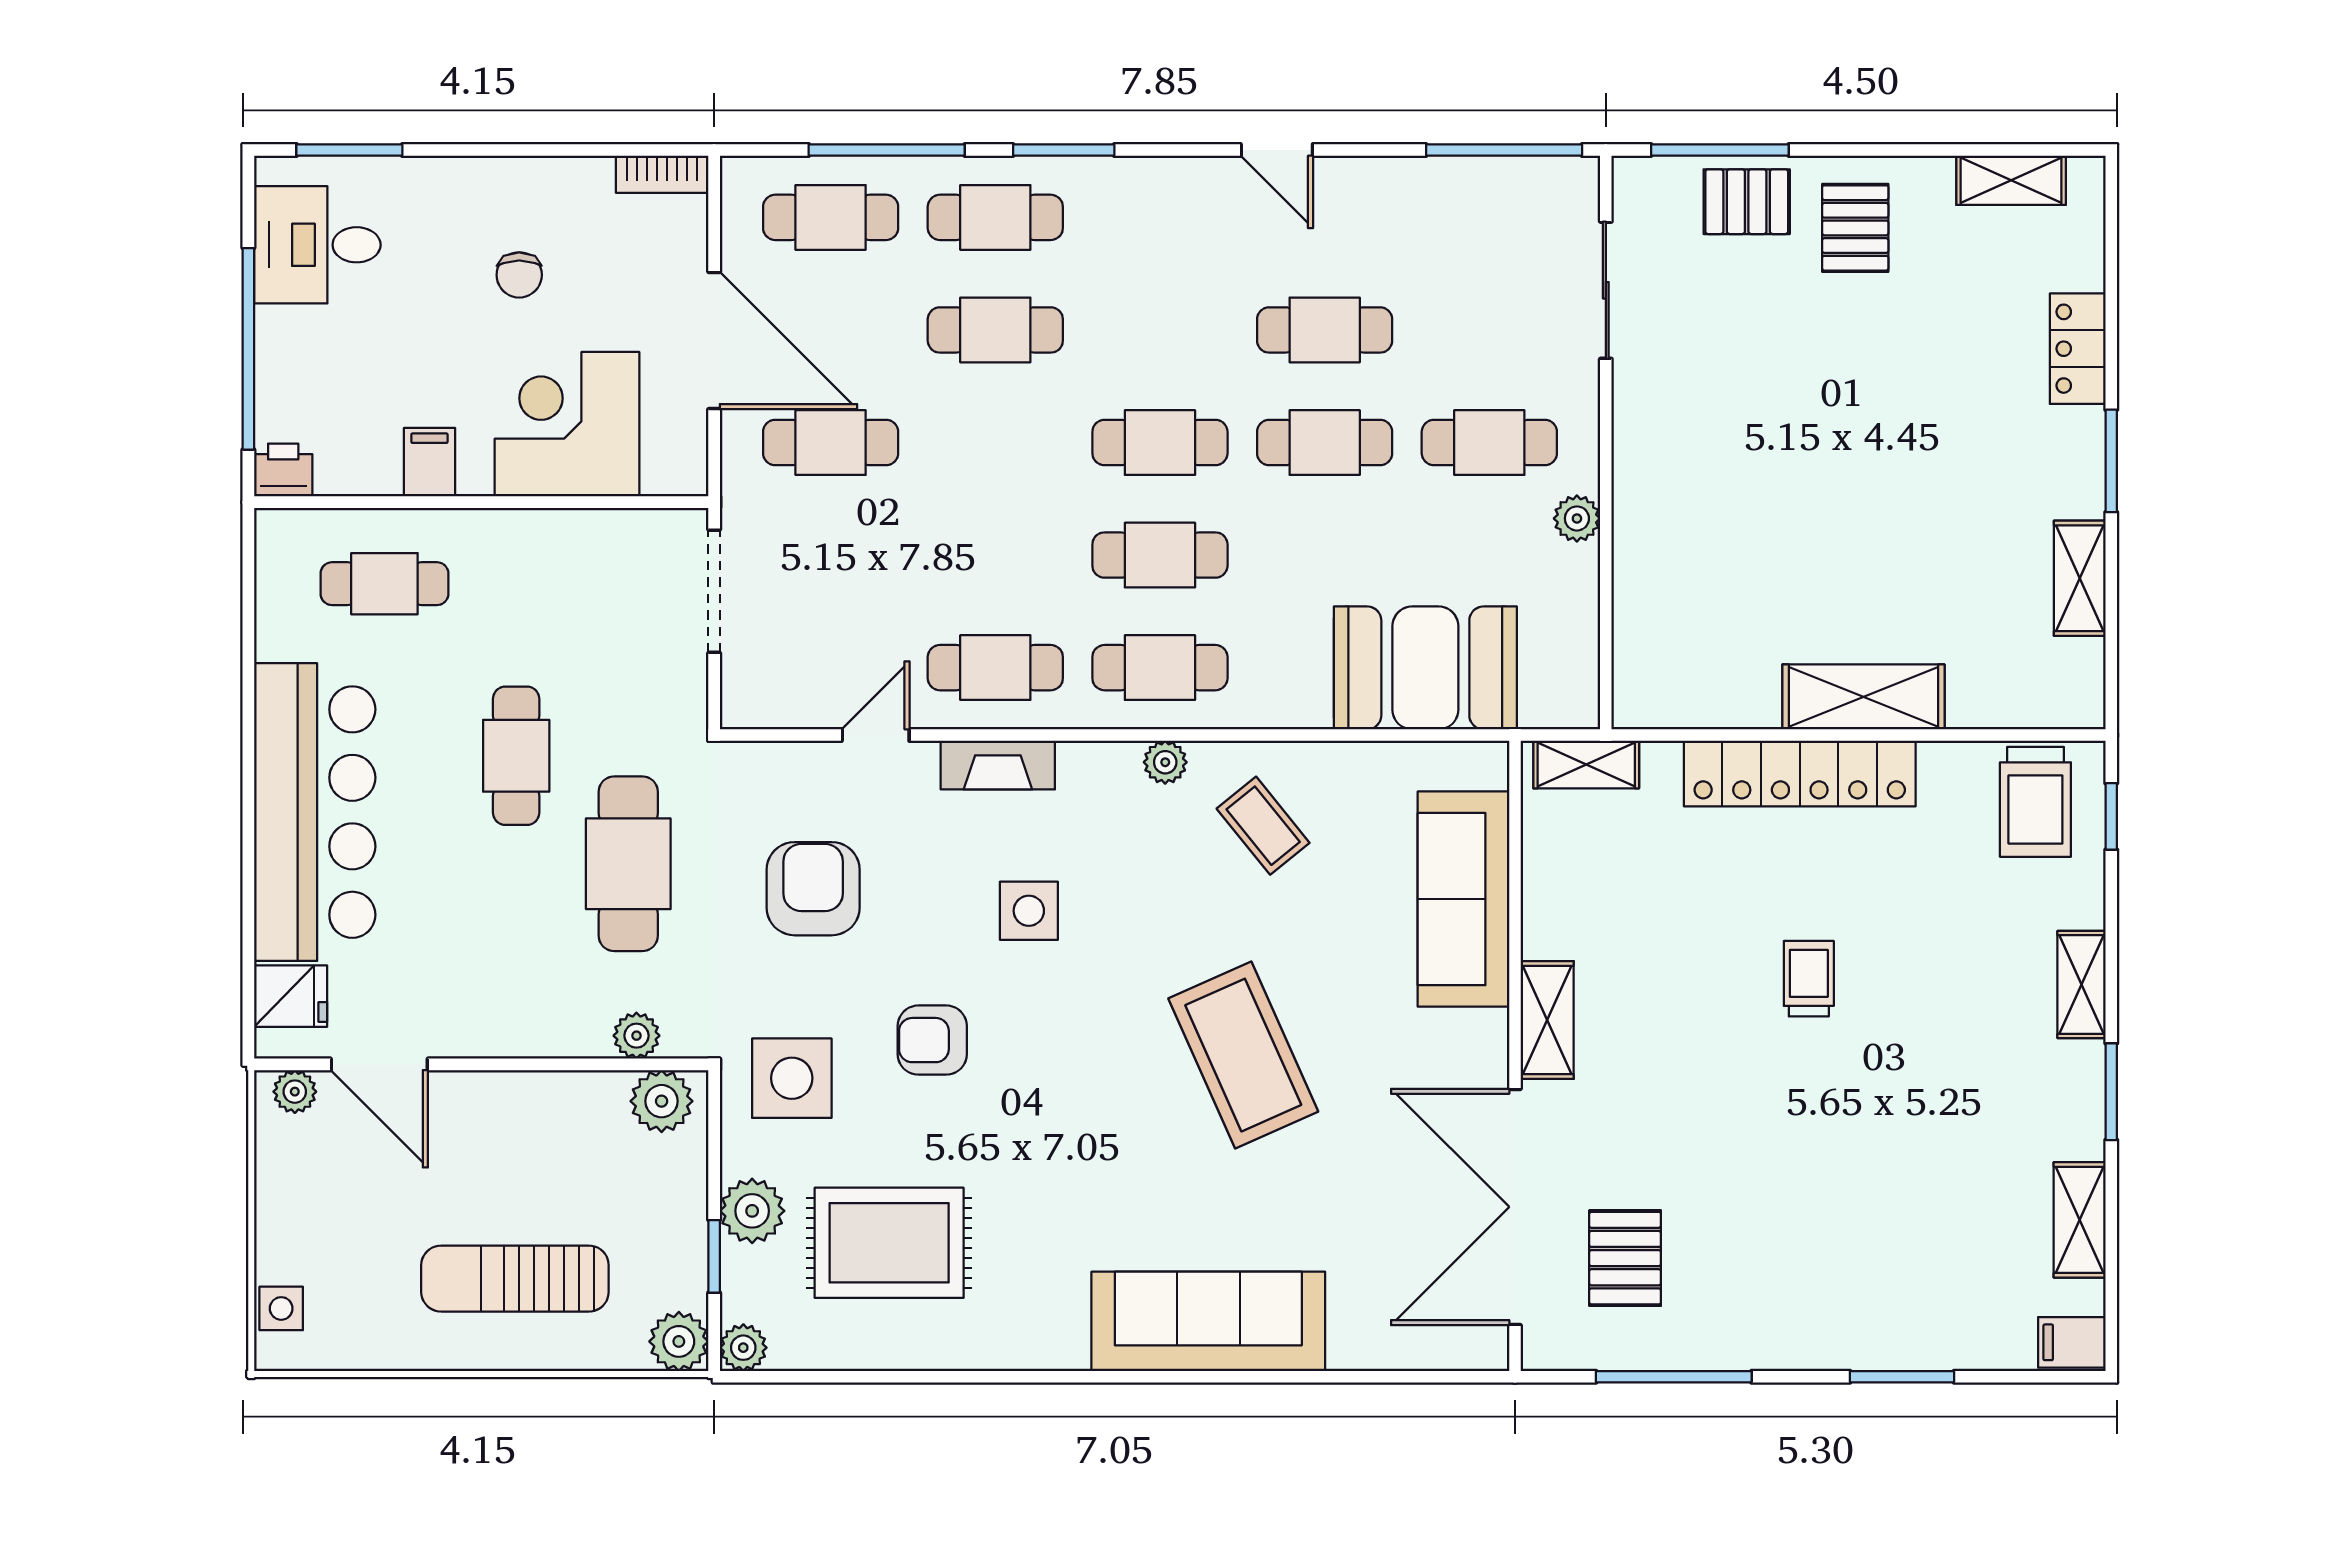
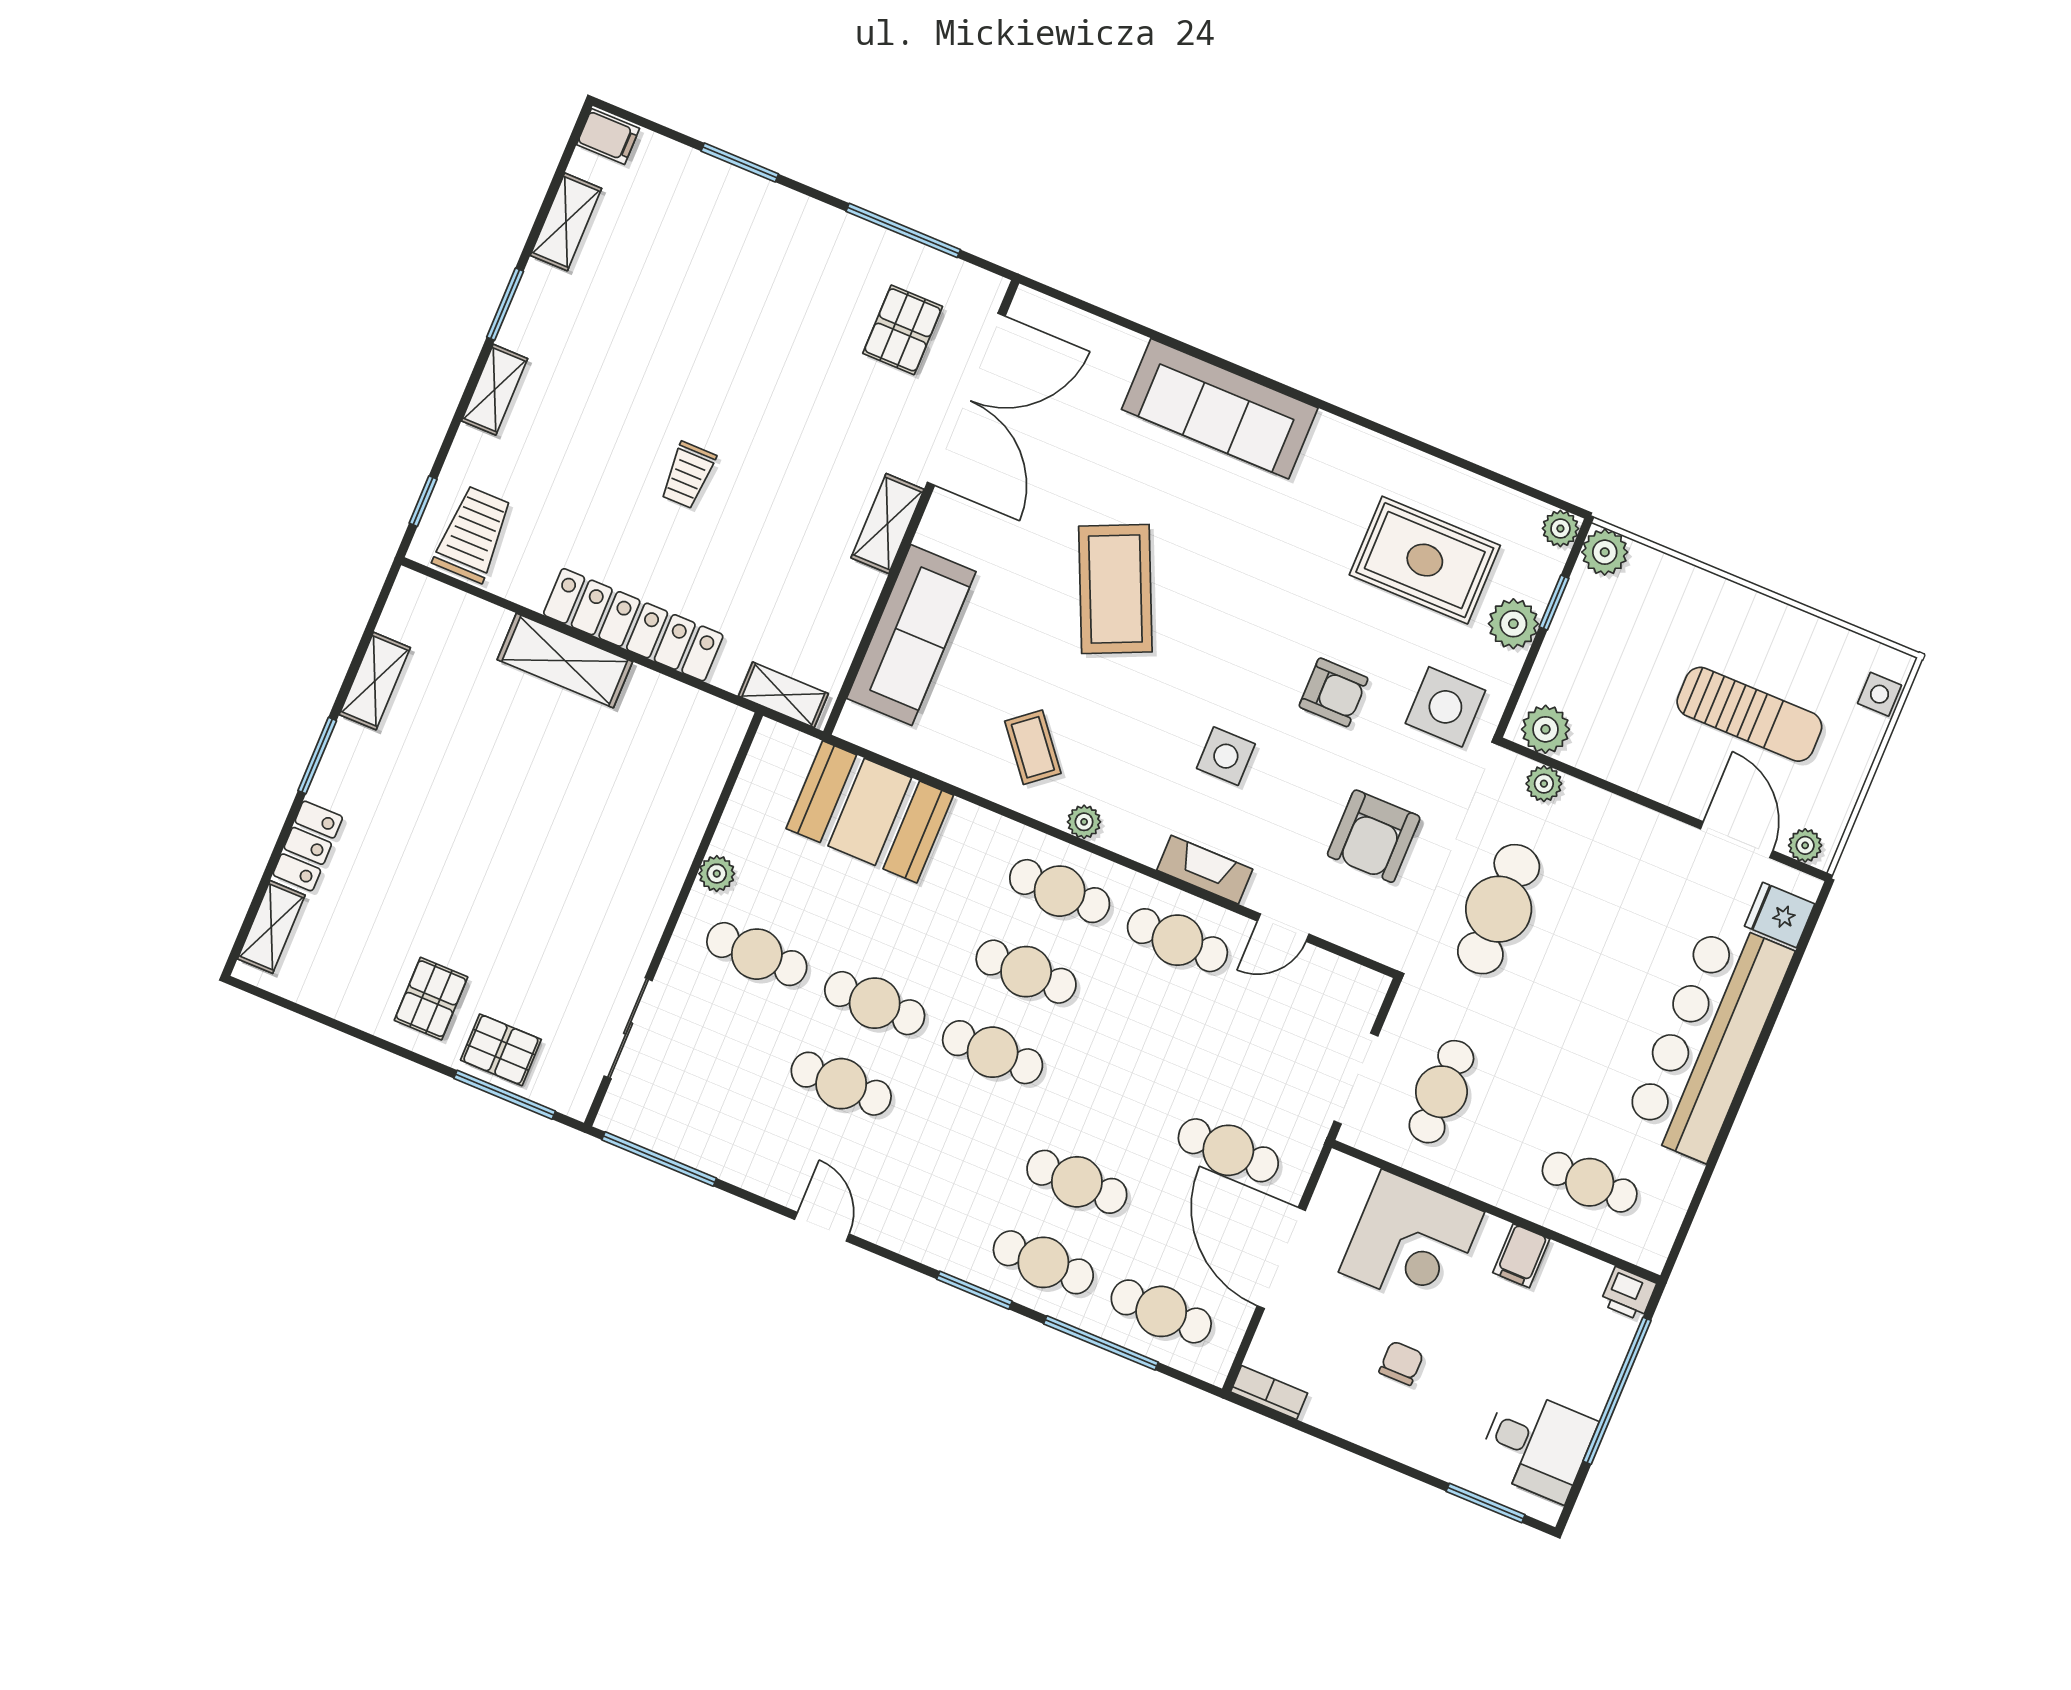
shelving: (2011, 180) -> (271, 927), moved, turned 90
cafe table: (516, 756) -> (1441, 1092), moved
sun lounger: (515, 1279) -> (1749, 714), moved

